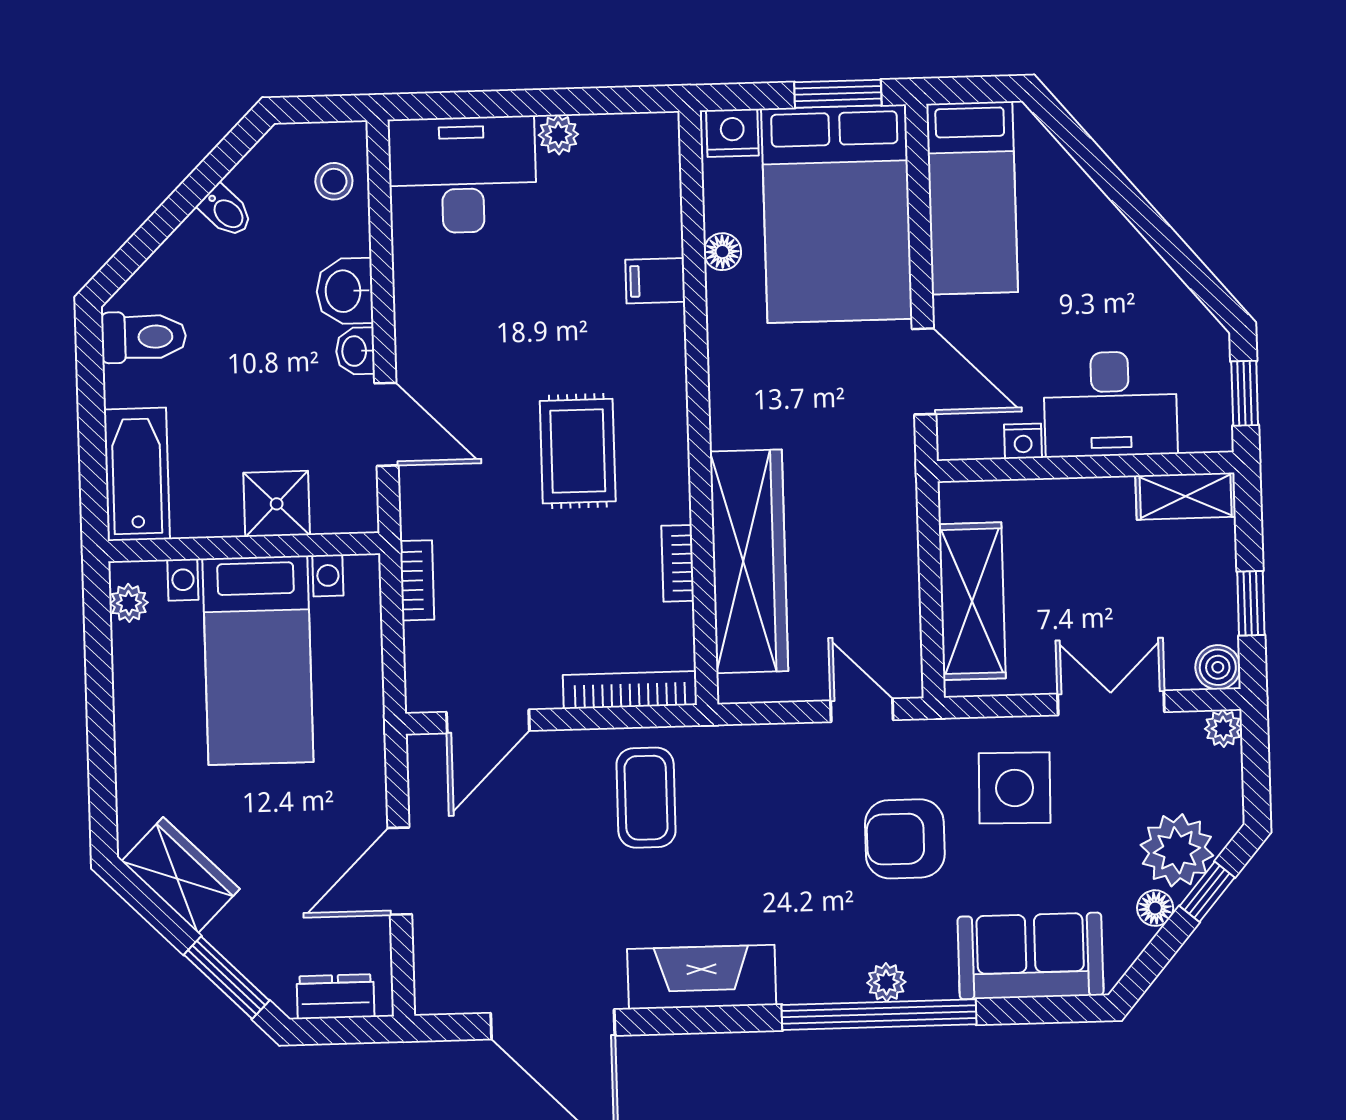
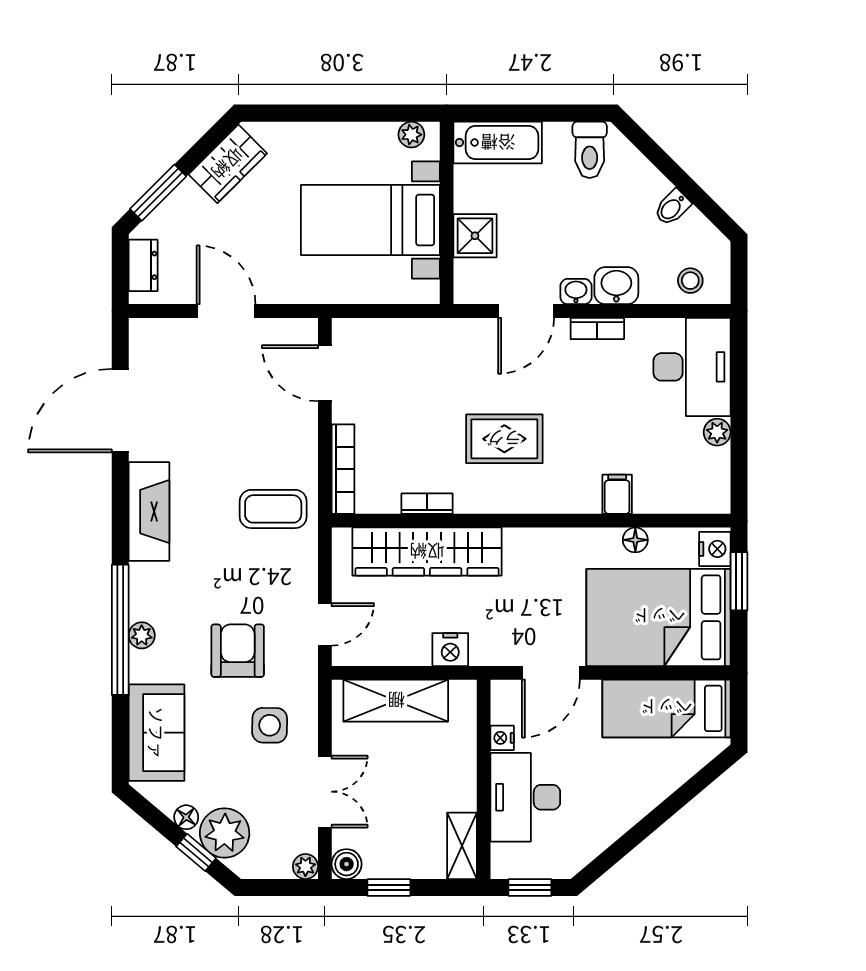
window: (838, 94) -> (739, 581), moved
nightstand: (894, 522) -> (450, 650), added
bookcase: (417, 580) -> (597, 328), moved
side table: (1015, 788) -> (270, 725), width x0.73, depth x0.73
coffee table: (646, 798) -> (273, 509), moved

